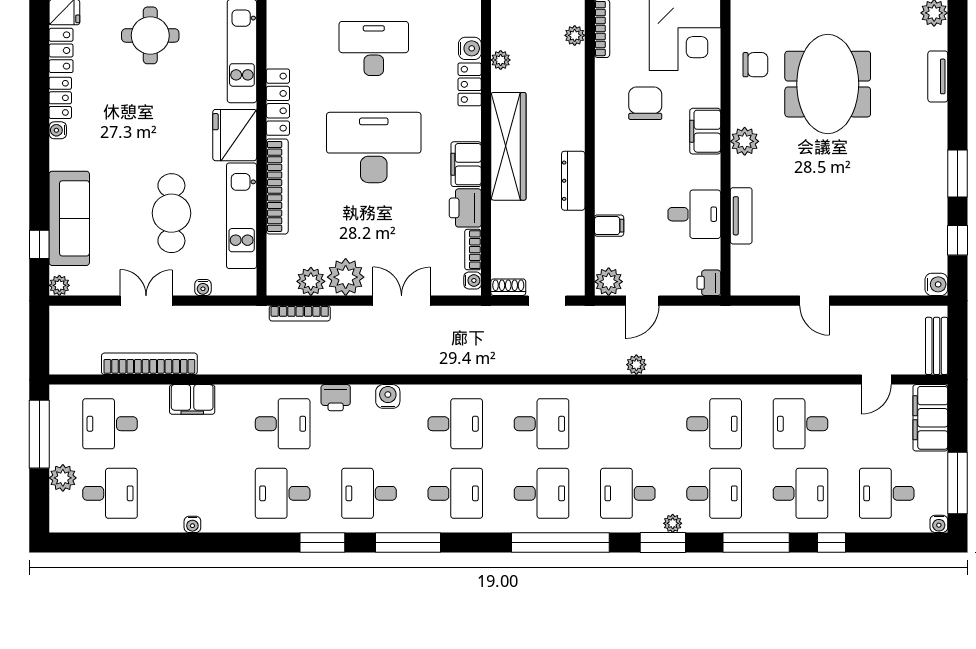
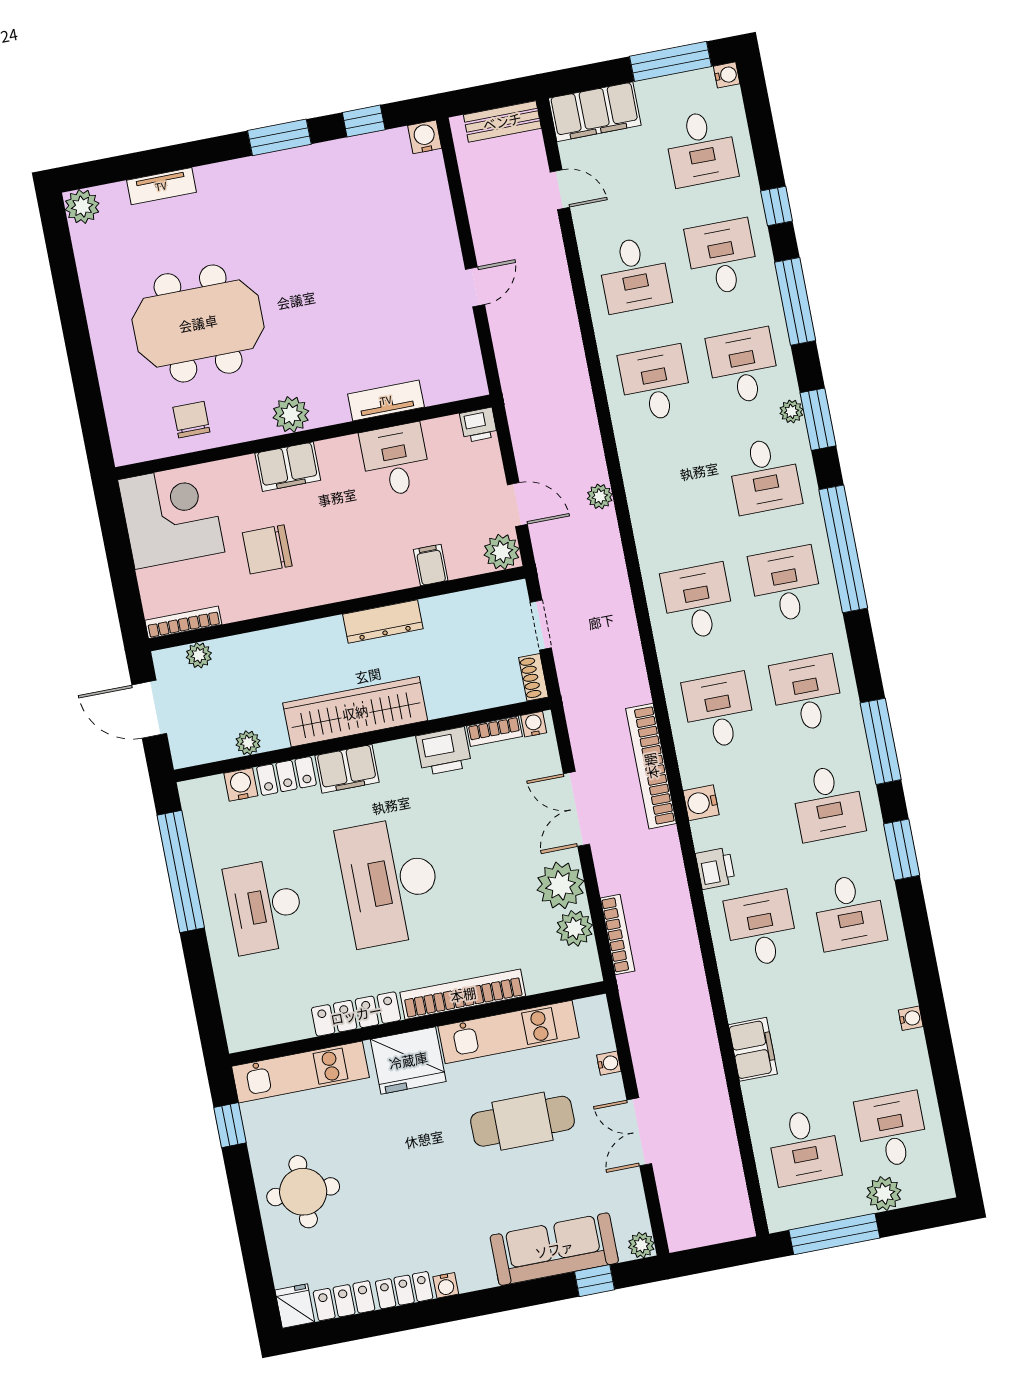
filing cabinet: (466, 164) -> (347, 769), moved
bookcase: (149, 364) -> (651, 766), moved

